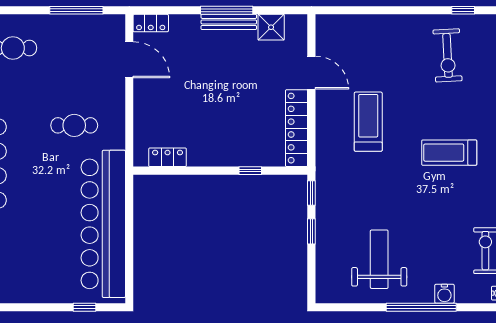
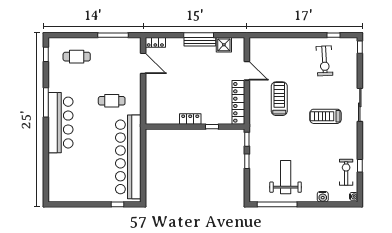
locker: (168, 157) -> (190, 119), moved
window: (421, 307) -> (277, 204), moved

